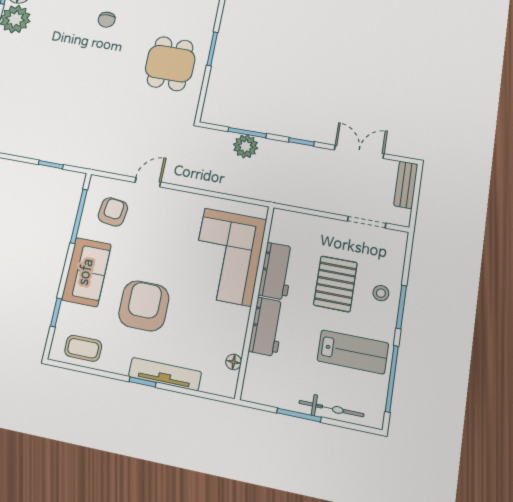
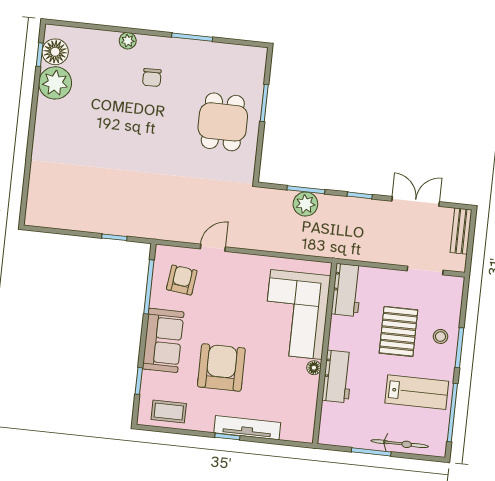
workbench: (277, 271) -> (347, 290), moved
floor lamp: (234, 362) -> (314, 368), moved

